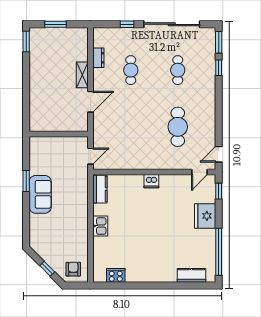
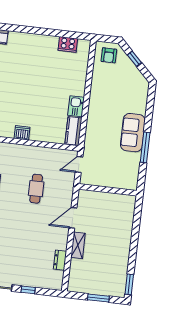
cafe table: (131, 70) -> (36, 189), moved
window: (26, 181) -> (145, 147), width x1.44
kitchen sink: (100, 226) -> (76, 106), moved

